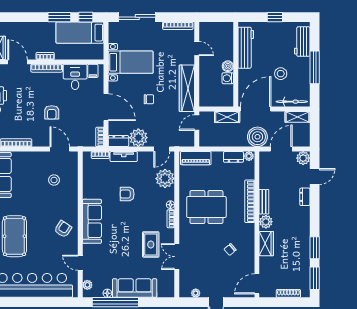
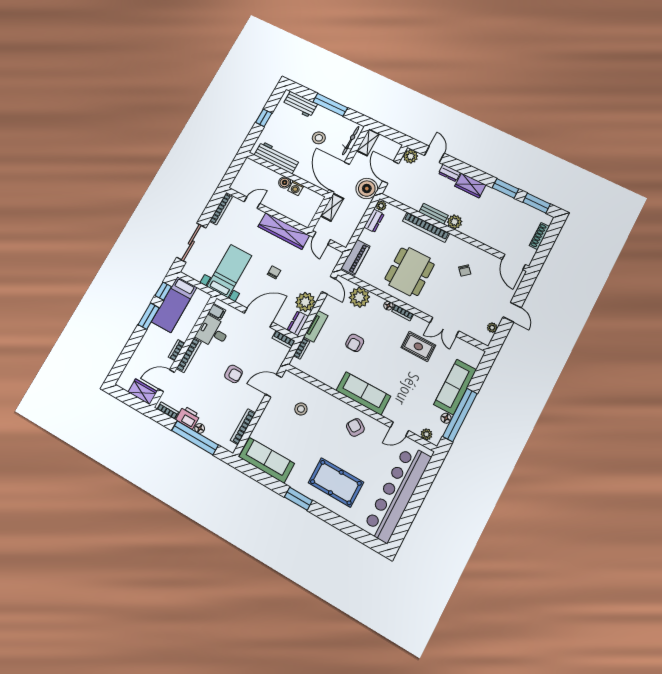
wardrobe: (266, 244) -> (470, 185), moved, turned 180

